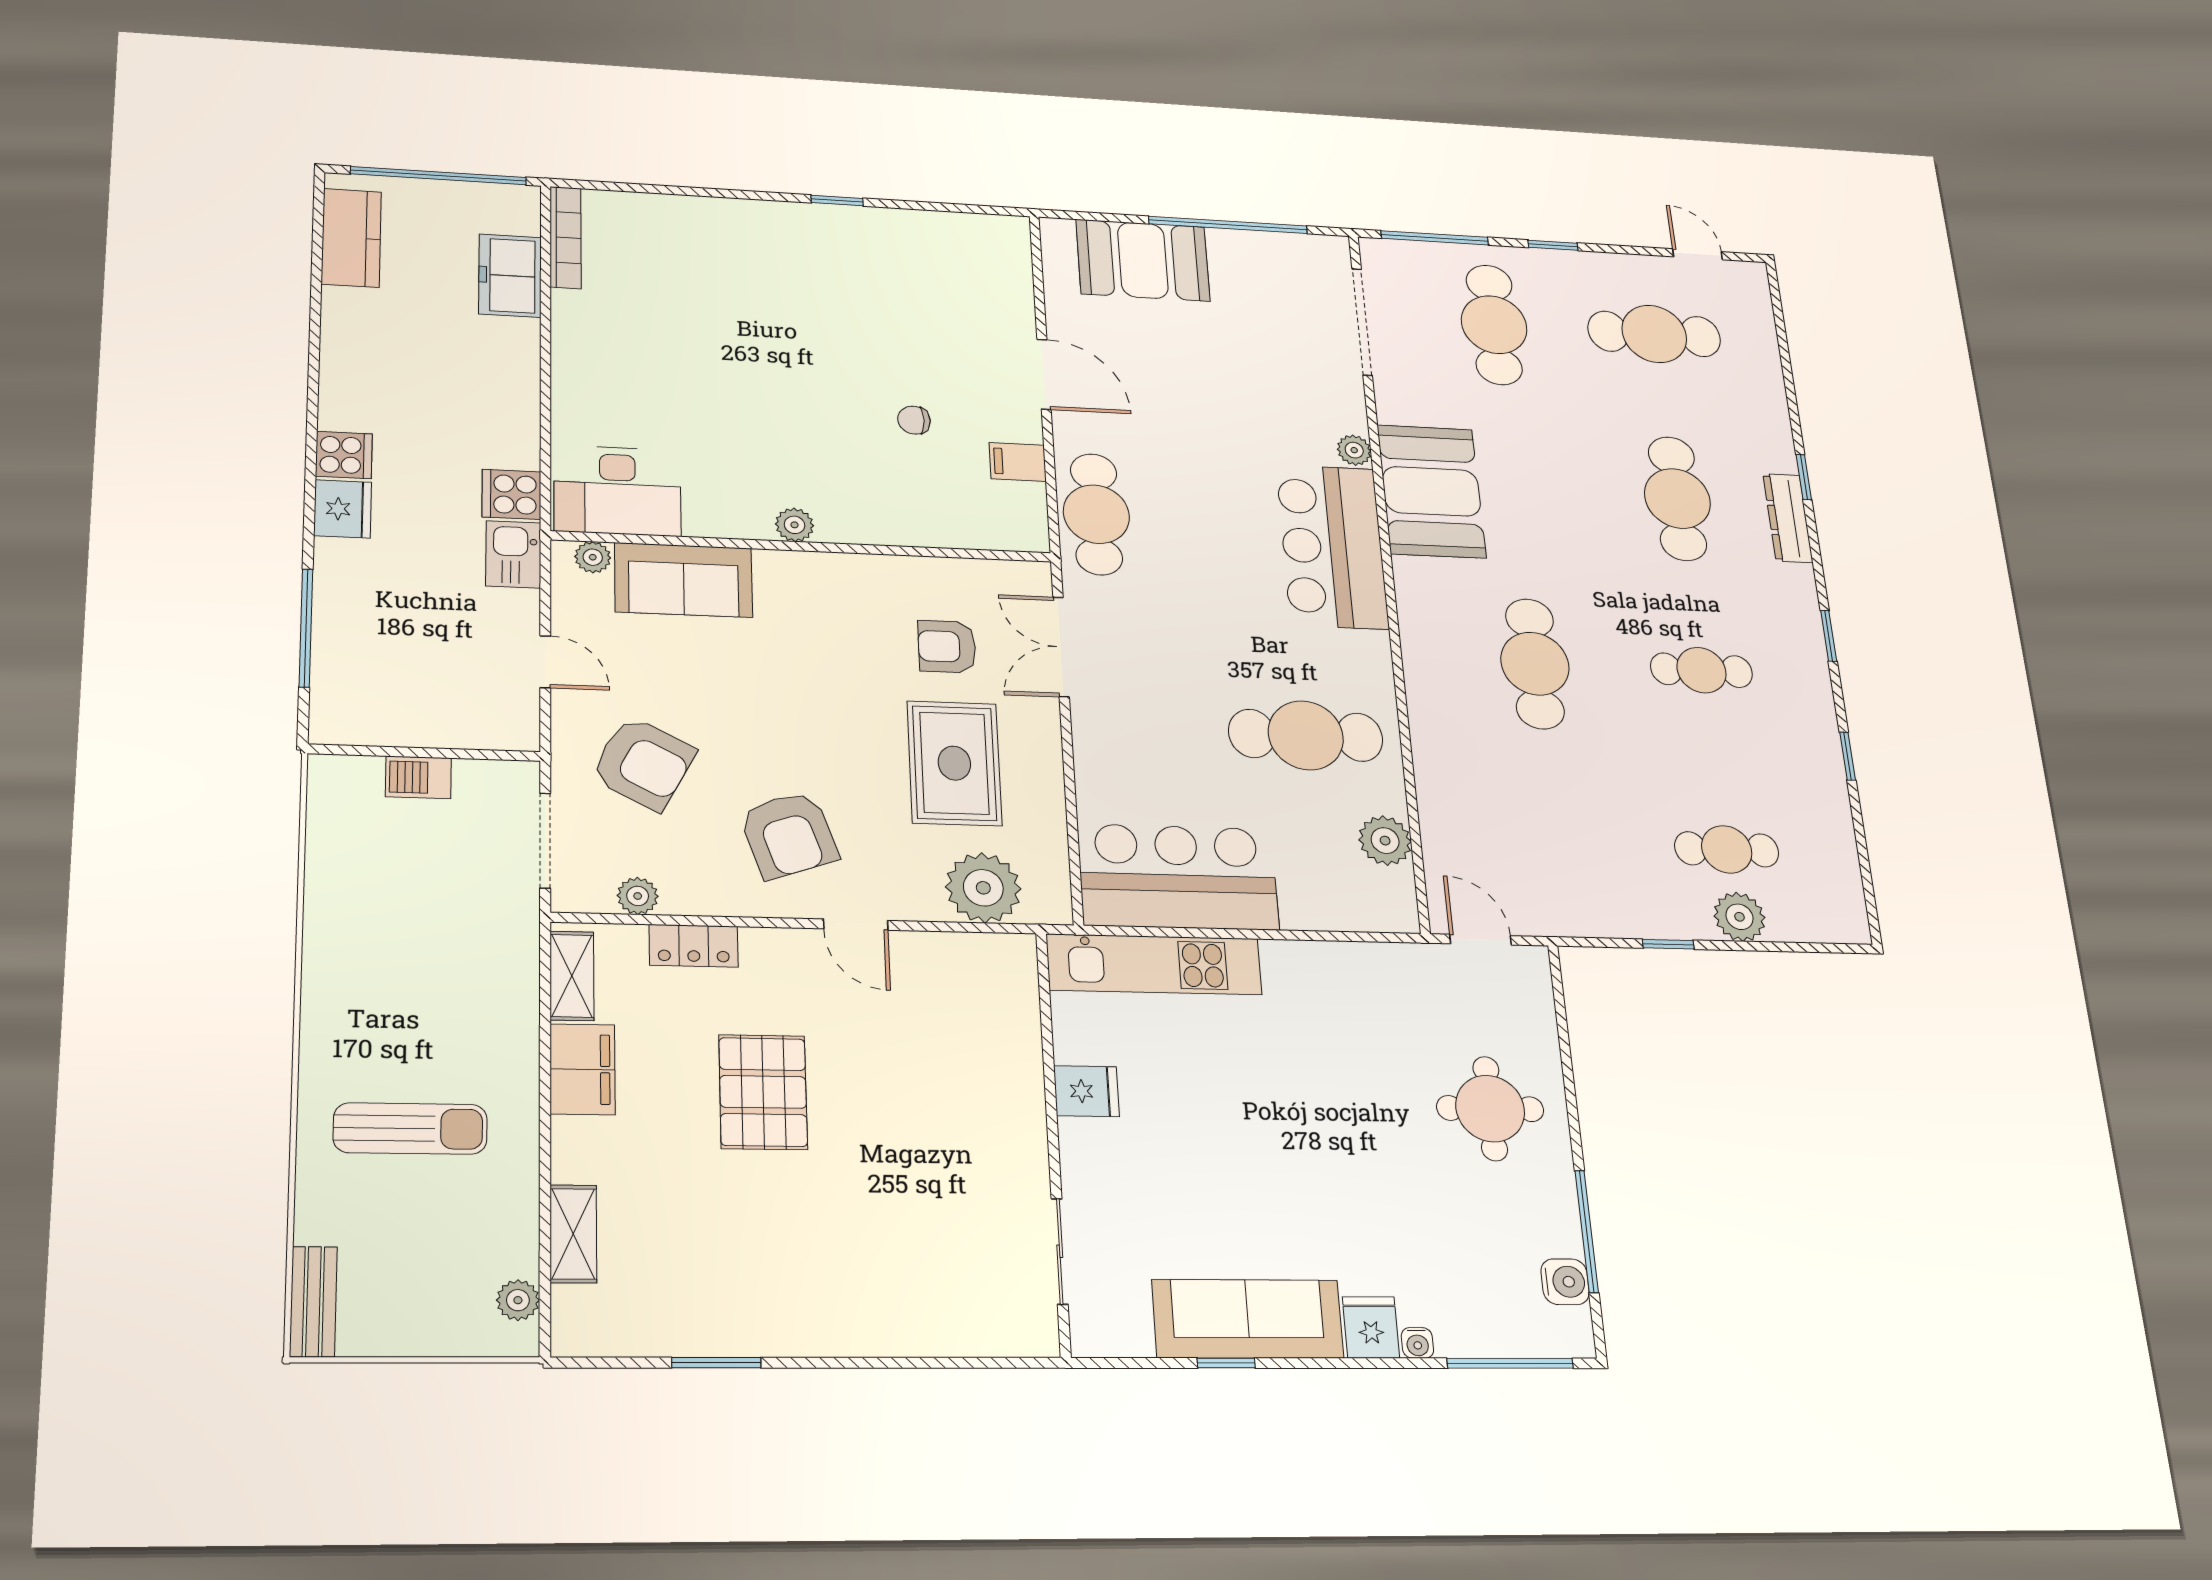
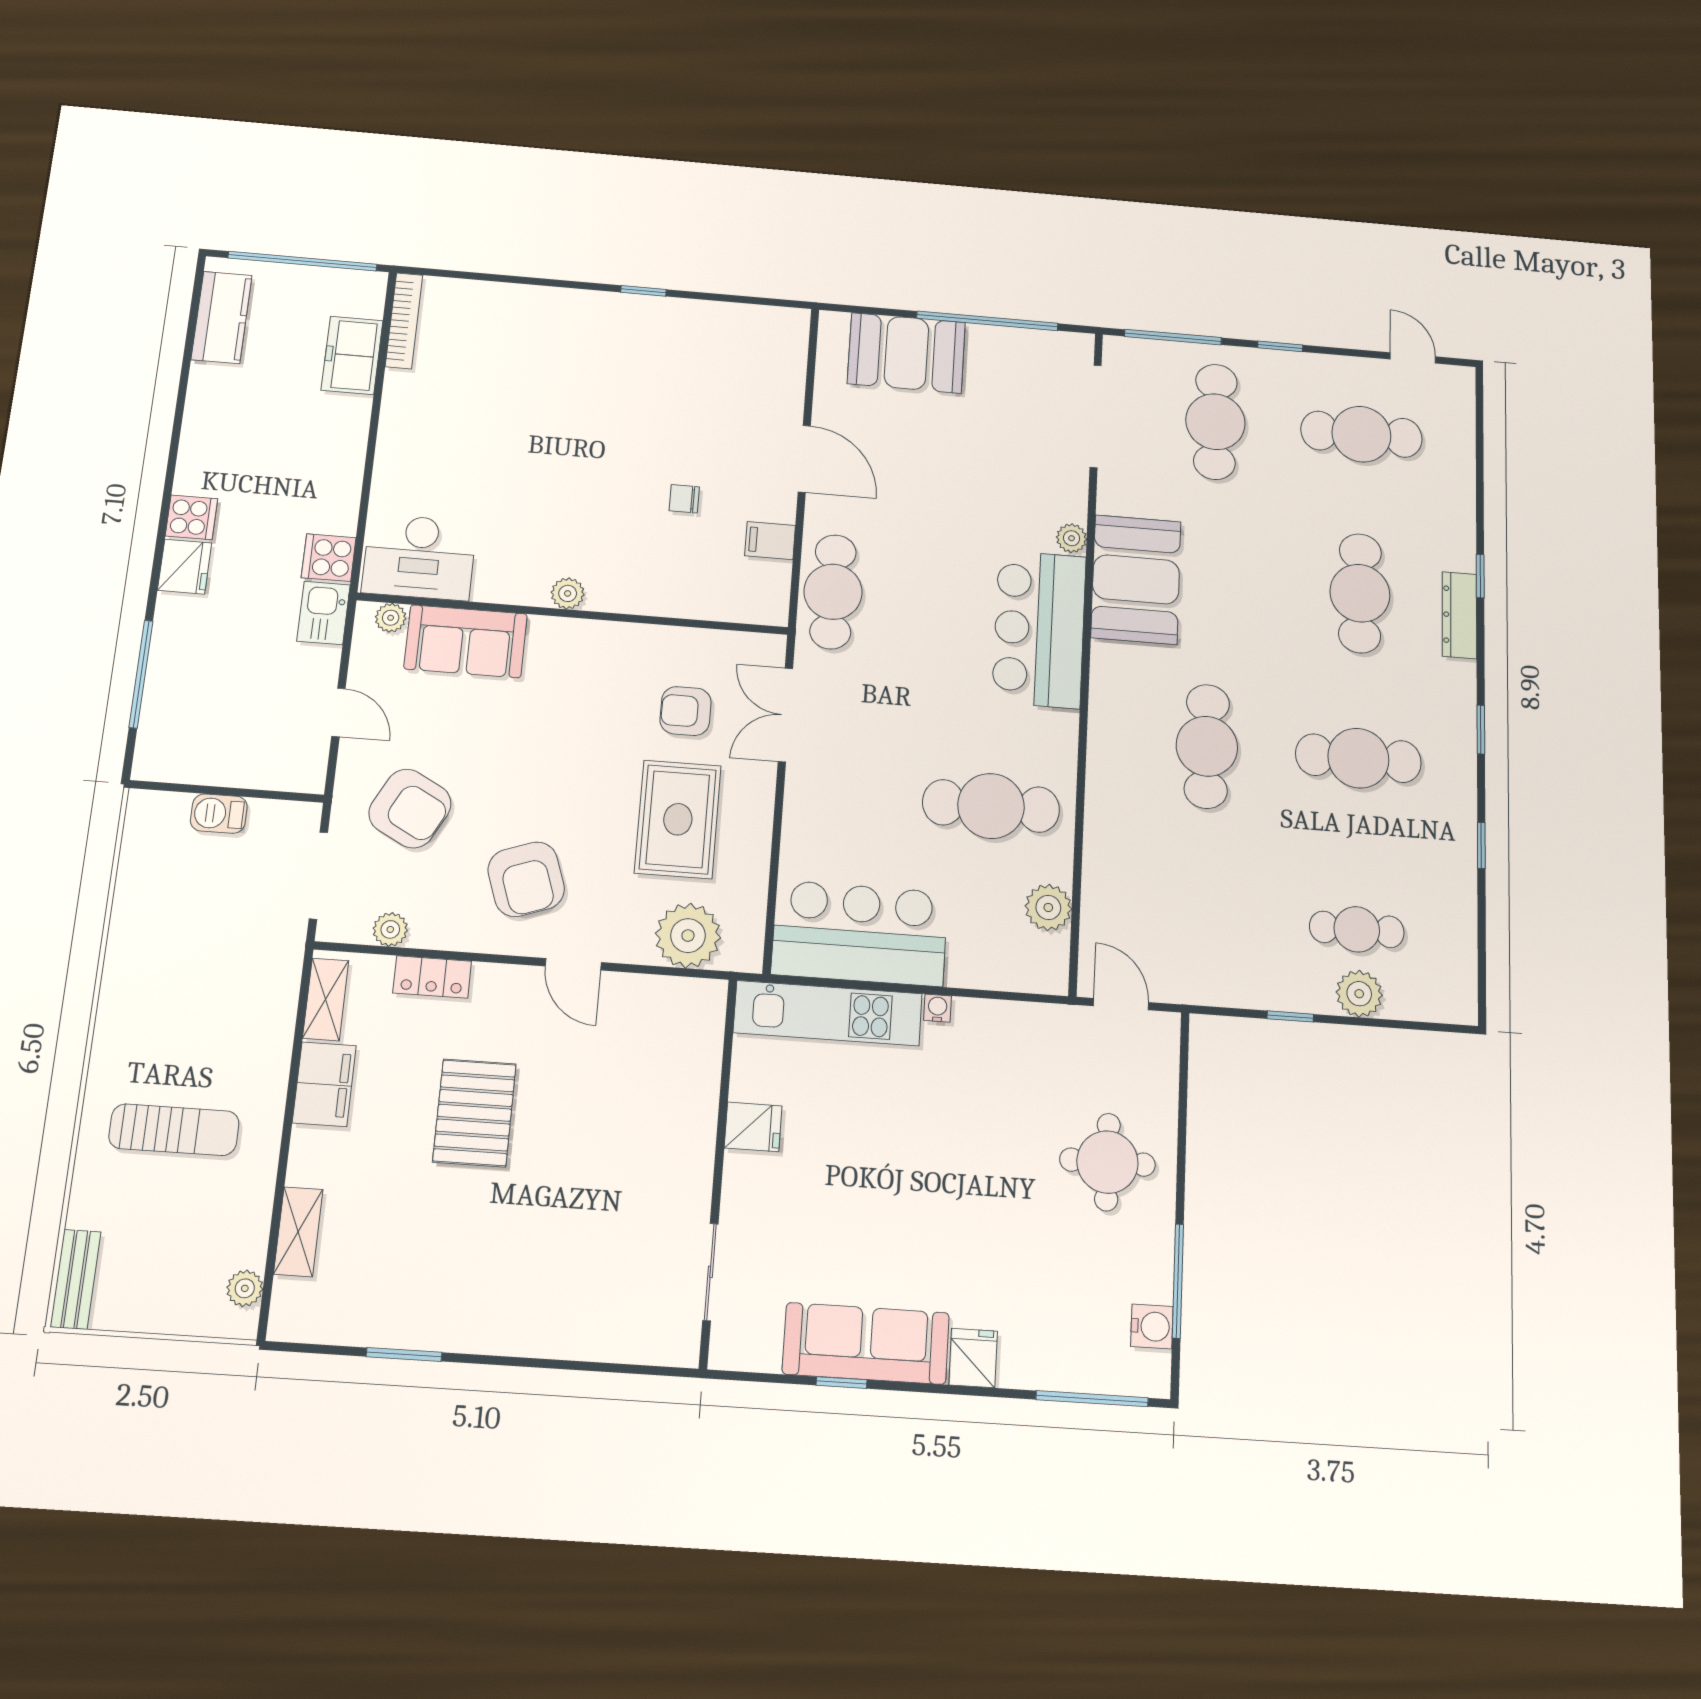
cafe table: (1702, 670) -> (1358, 758), width x1.37, depth x1.35
water cooler: (1417, 1343) -> (938, 1008), moved, turned 180

